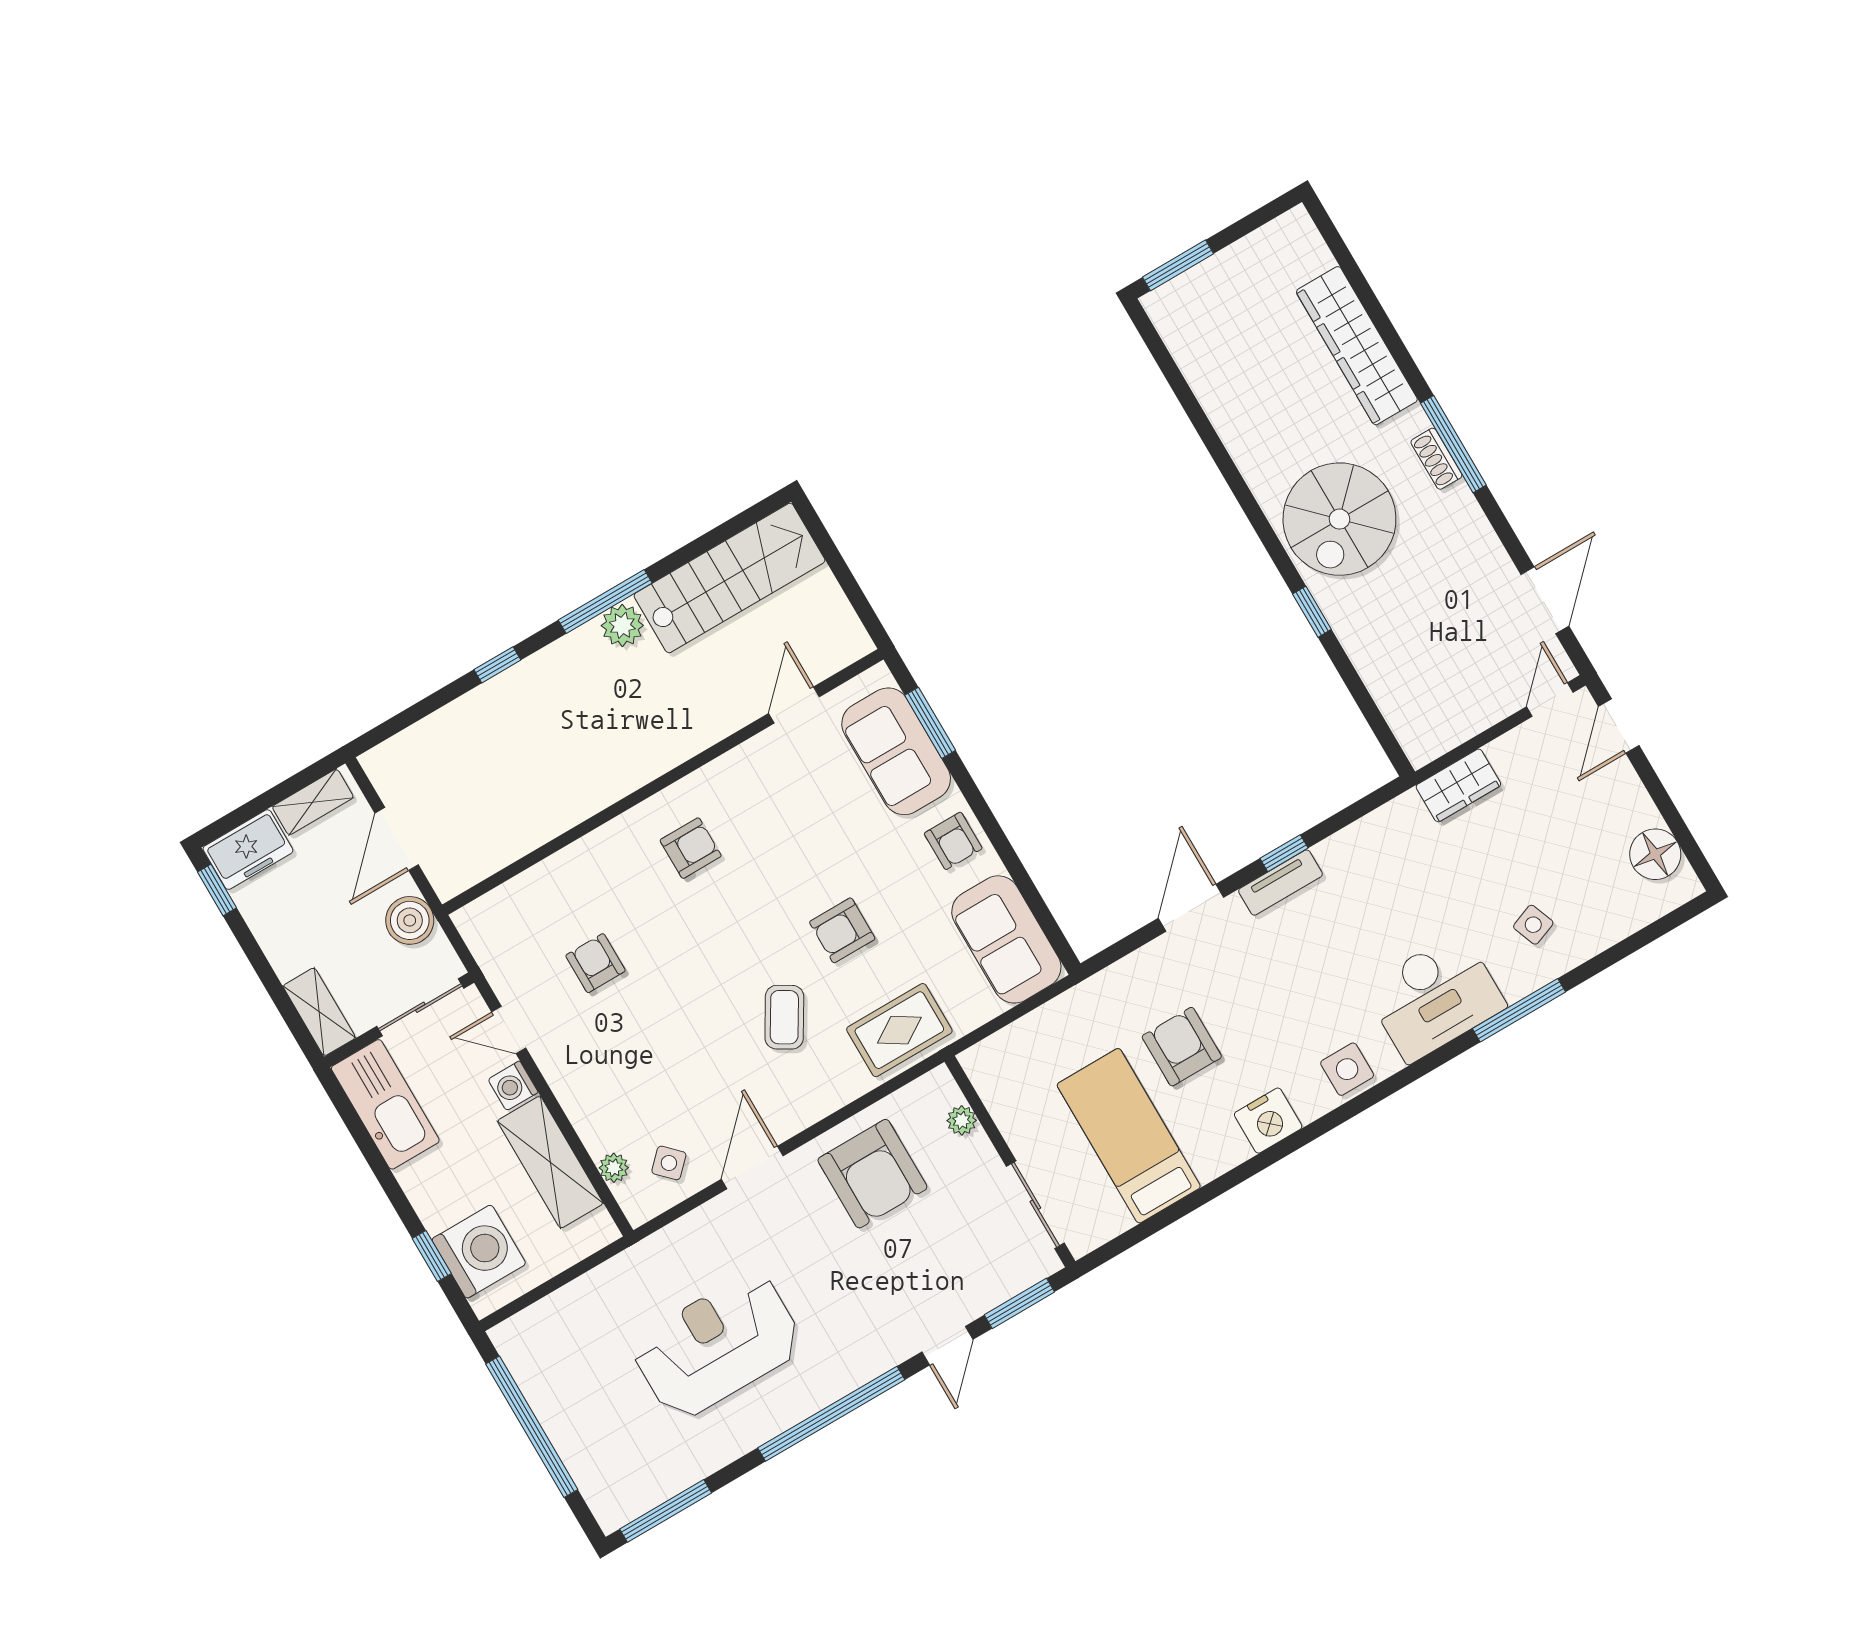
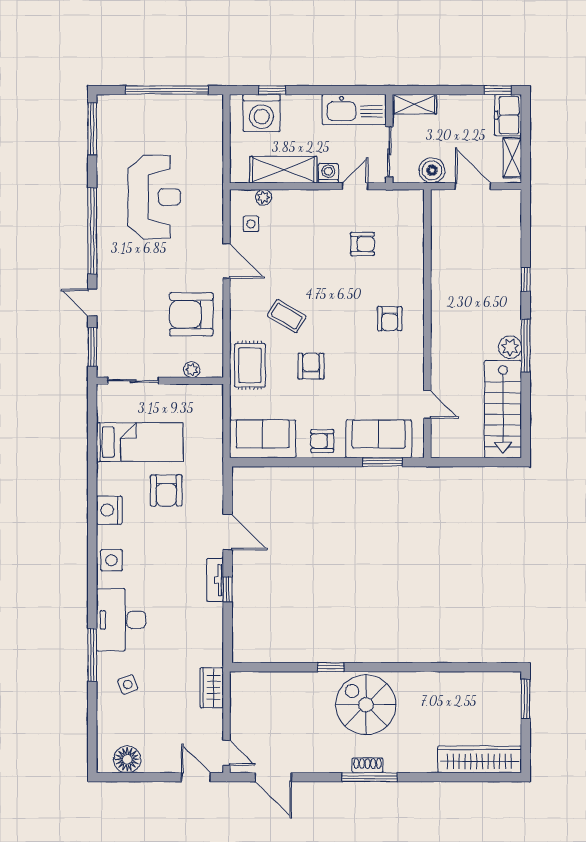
wardrobe: (1357, 346) -> (480, 759), moved
armchair: (1182, 1047) -> (166, 490), turned 90
side table: (669, 1163) -> (251, 224), turned 45

